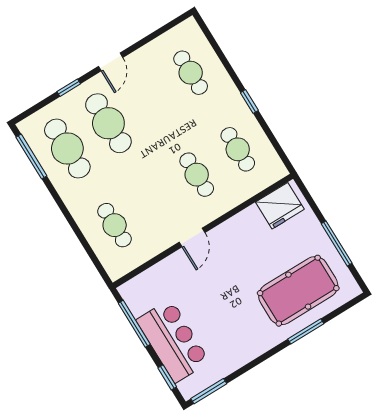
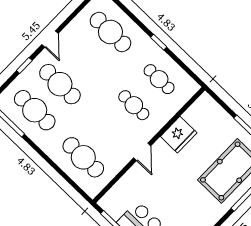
cafe table: (191, 73) -> (110, 32), width x1.37, depth x1.35
fridge: (280, 206) -> (179, 135), moved
cafe table: (115, 225) -> (83, 157), width x1.37, depth x1.35

